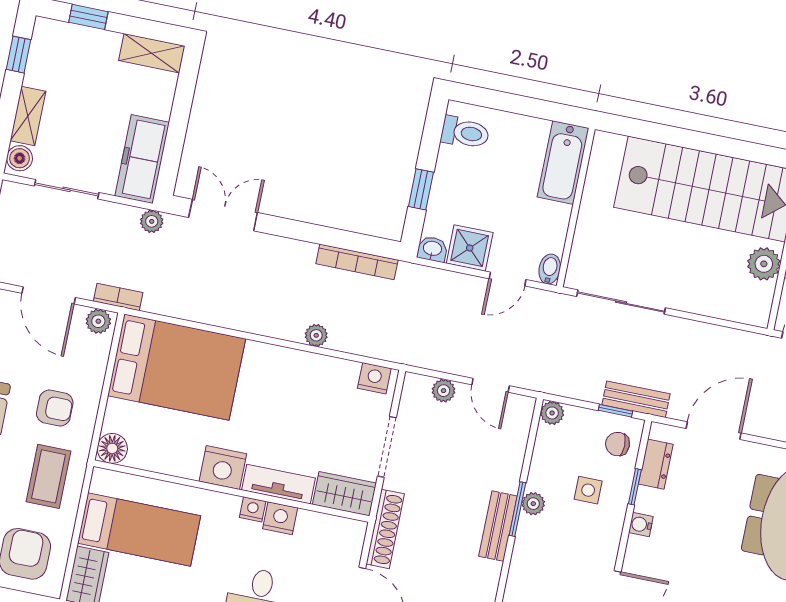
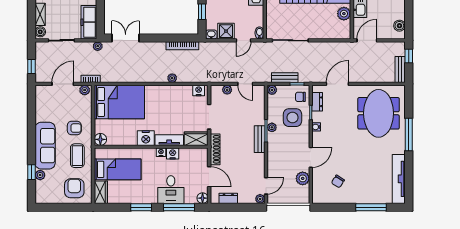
door: (49, 295) -> (63, 84), swing flipped
bench: (636, 399) -> (285, 78), moved
side table: (588, 490) -> (292, 118), width x1.87, depth x1.87

